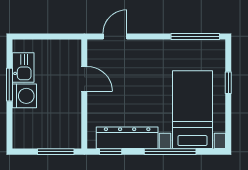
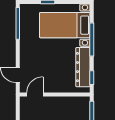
door: (84, 79) -> (35, 95), moved

